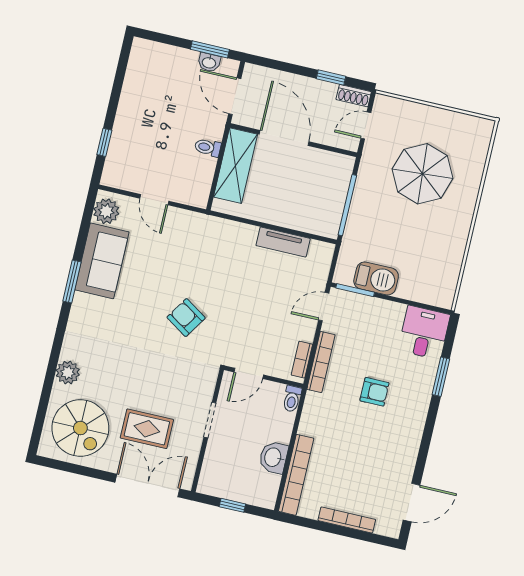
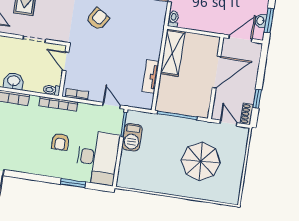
toilet: (208, 147) -> (173, 19), moved
shelving: (236, 166) -> (172, 53), moved, turned 90
desk: (424, 333) -> (98, 158), width x1.87, depth x1.30
bookcase: (321, 362) -> (58, 104), moved

